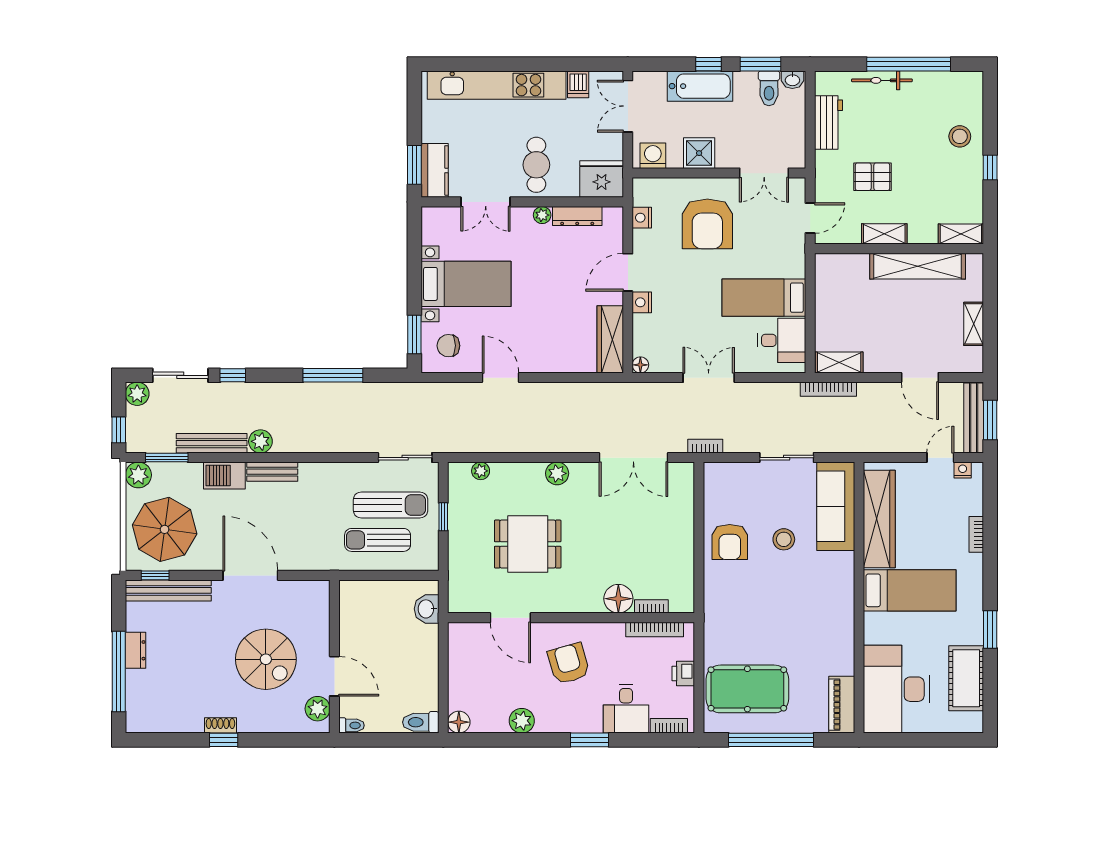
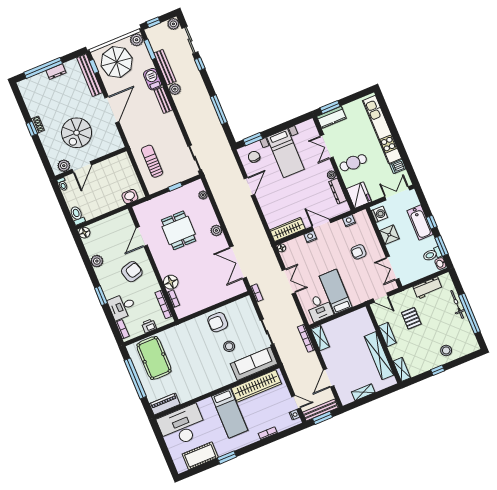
armchair: (707, 224) -> (359, 252), width x0.53, depth x0.53
sun lounger: (391, 505) -> (170, 160), removed

